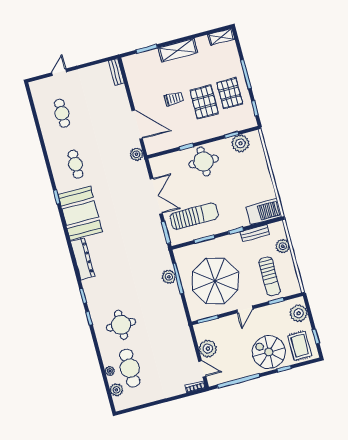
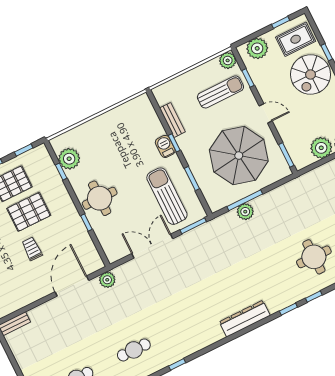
barbecue: (264, 212) -> (165, 146), moved, width x0.53, depth x0.65
booth: (80, 213) -> (191, 332), removed
plant: (283, 246) -> (228, 60), moved

